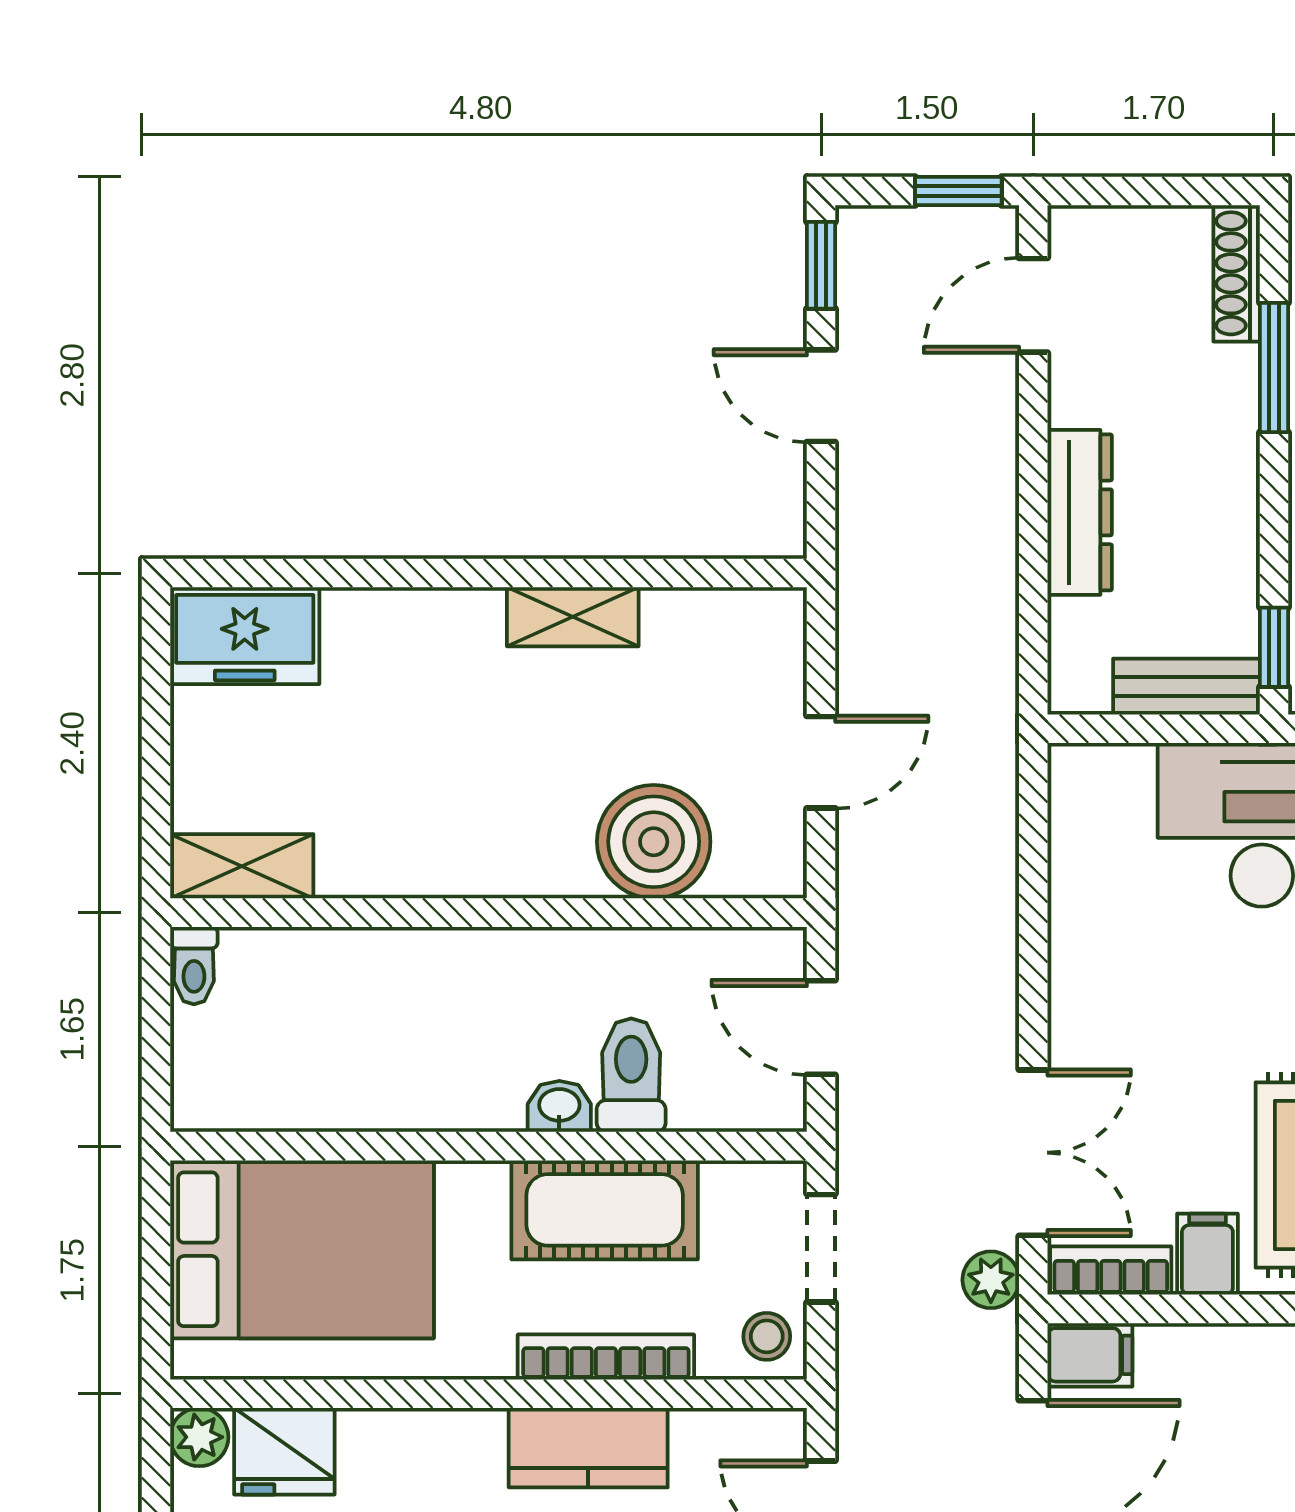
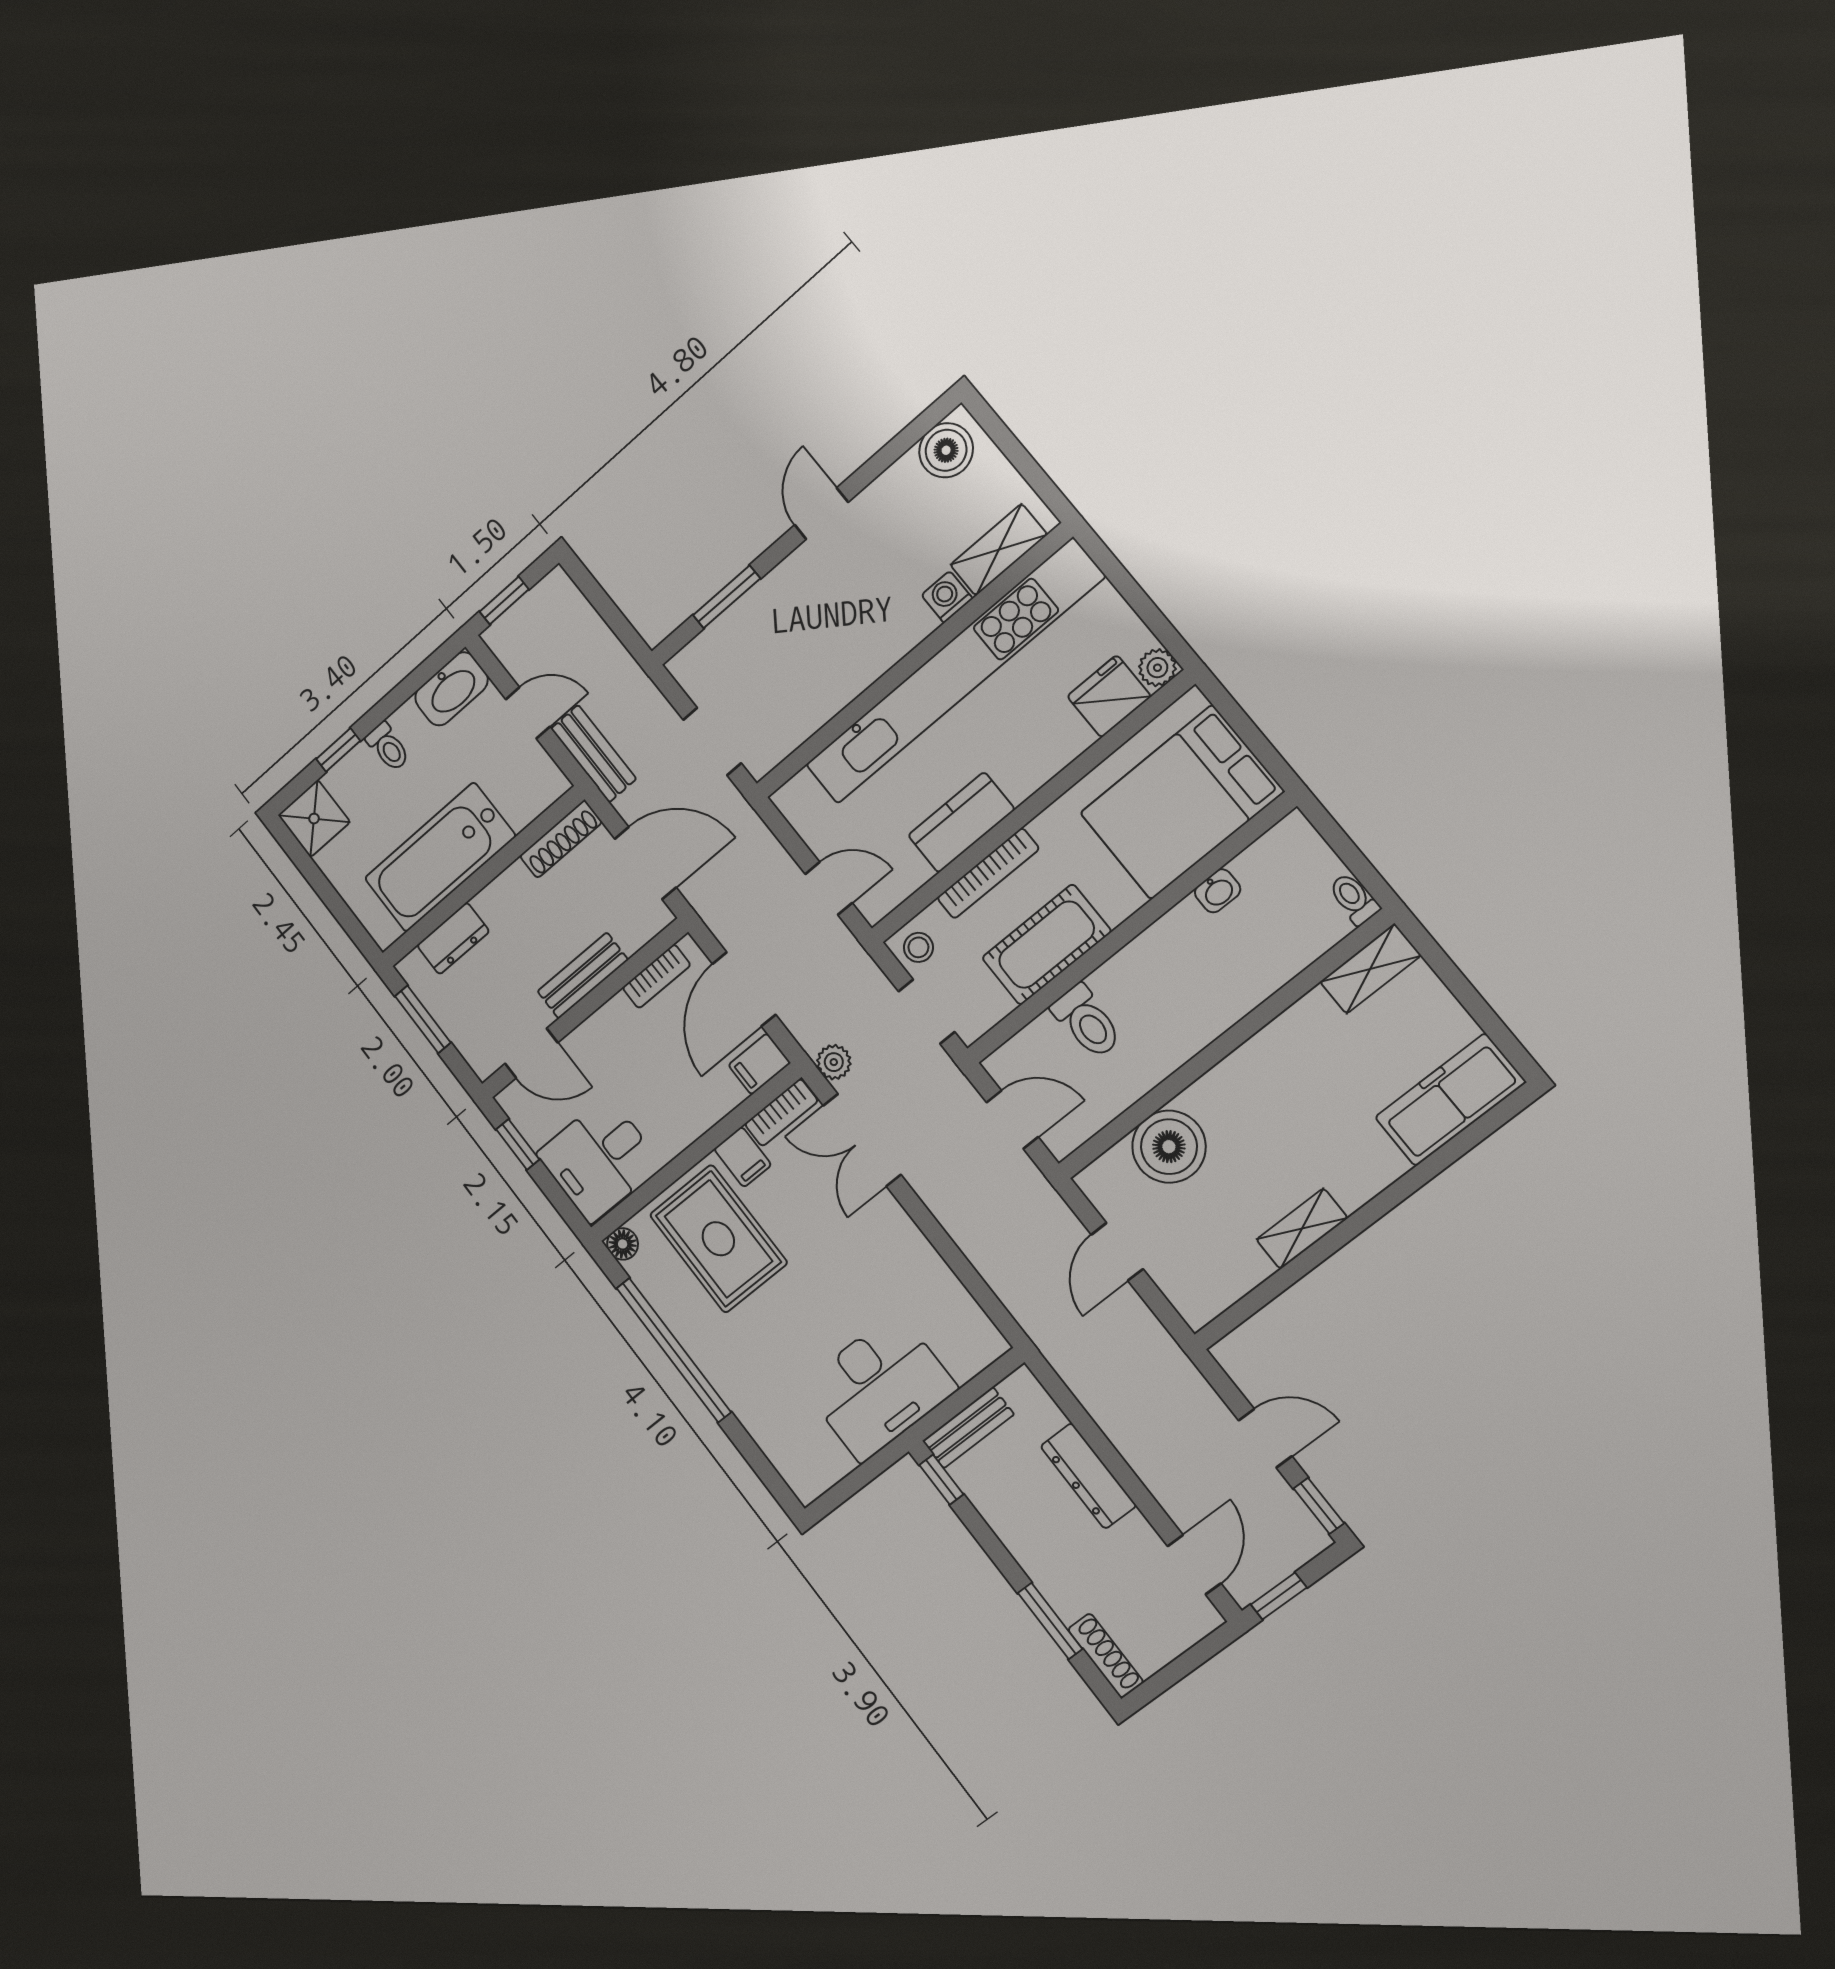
freezer: (245, 636) -> (1450, 1100), width x1.40
washbasin: (559, 1106) -> (1218, 891), moved

